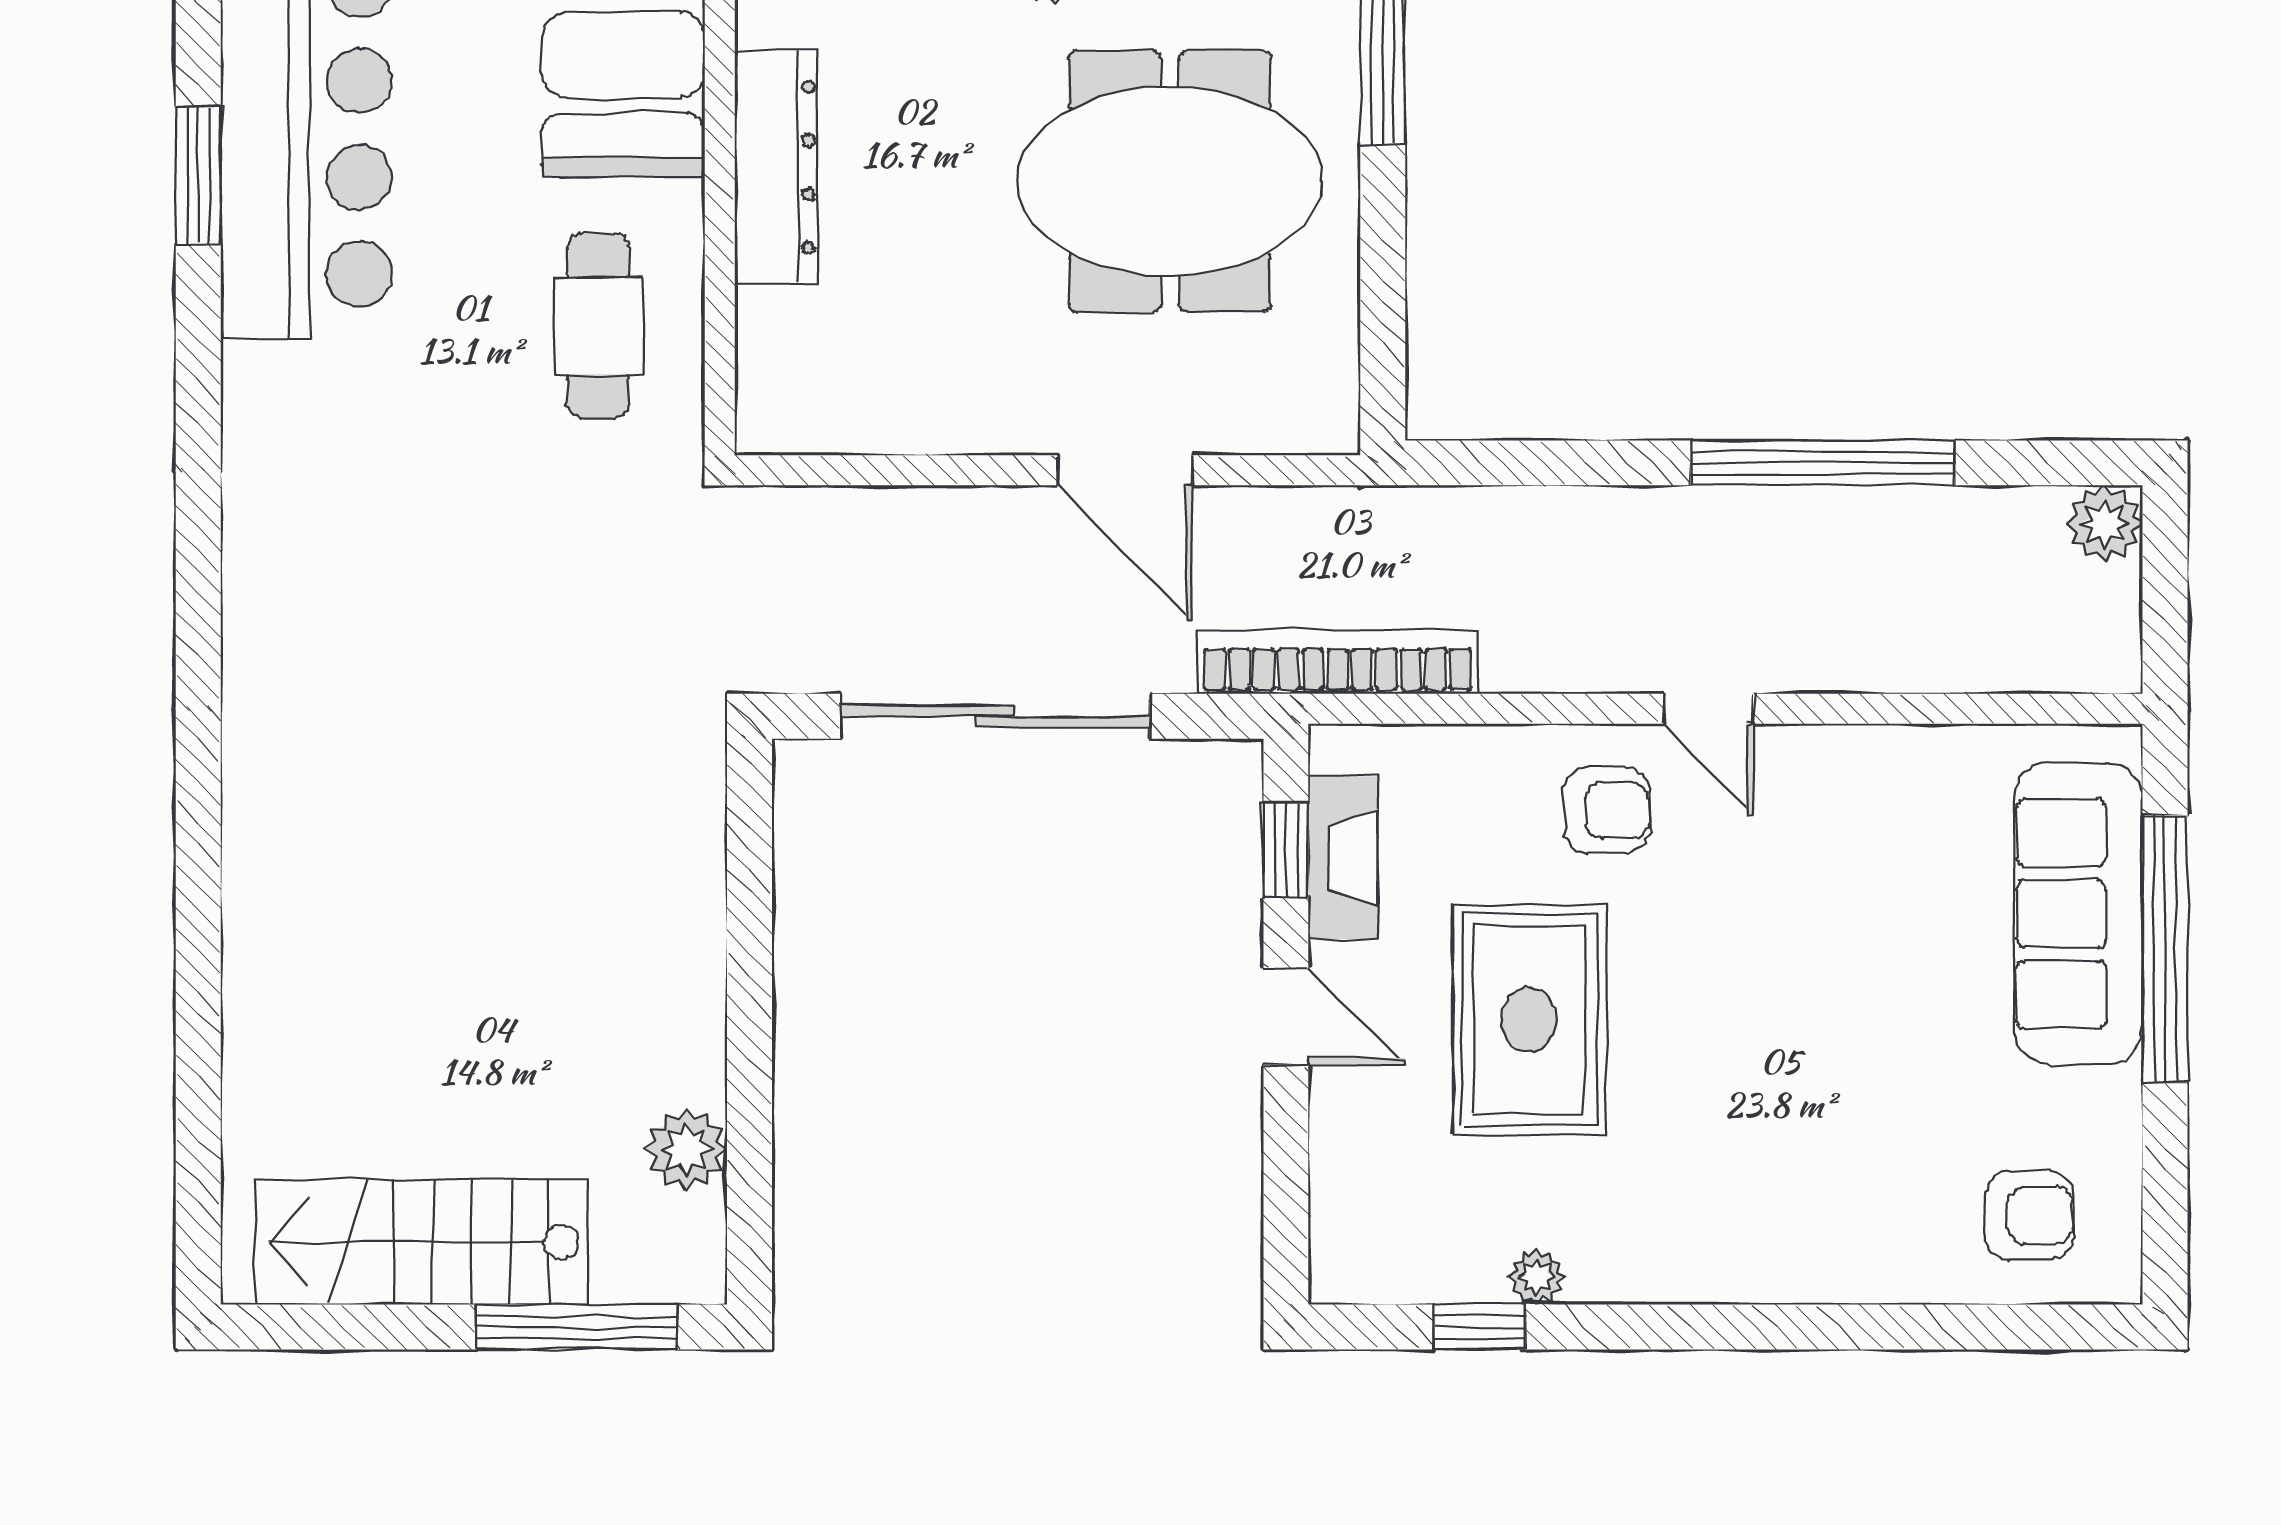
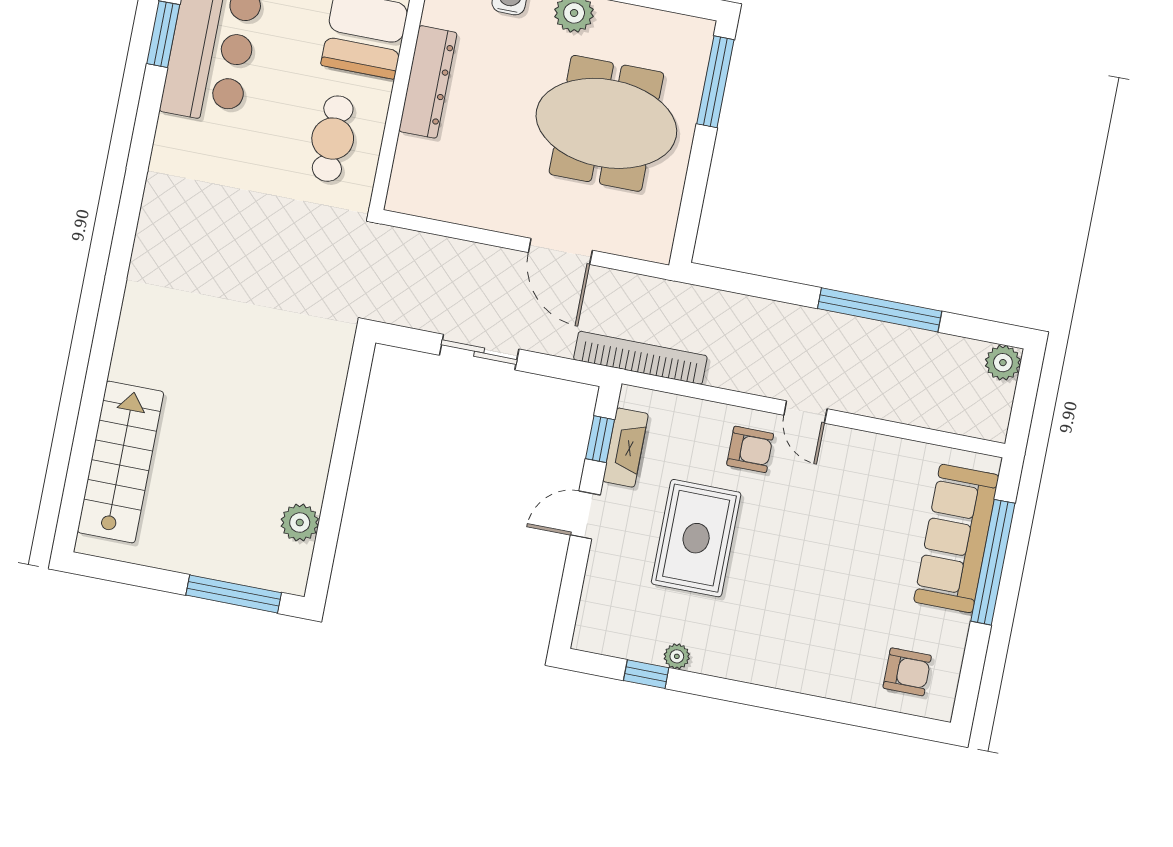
sliding door: (995, 716) -> (479, 352), width x0.54
door: (1286, 1016) -> (585, 515), swing flipped
stairs: (422, 1242) -> (120, 462), moved, turned 90

